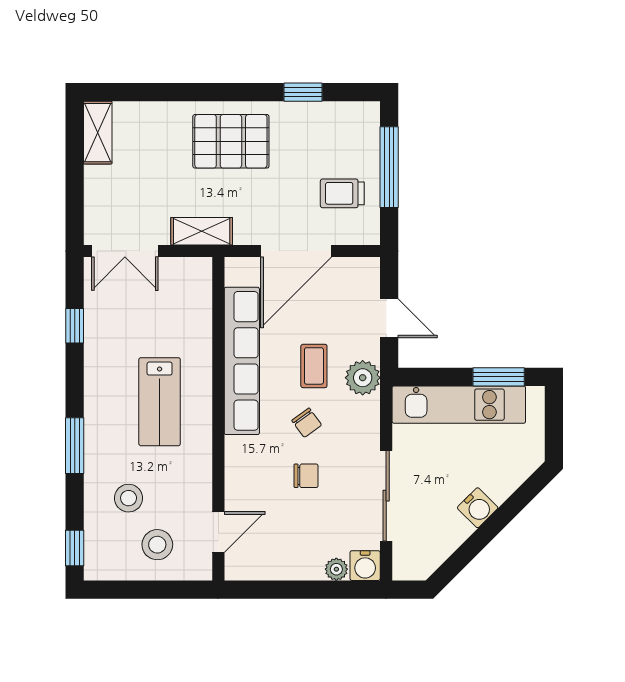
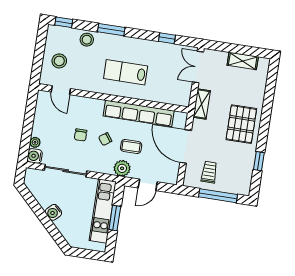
shelving: (98, 133) -> (243, 61), moved
window: (499, 377) -> (115, 218), moved
stool: (129, 498) -> (87, 40), moved

